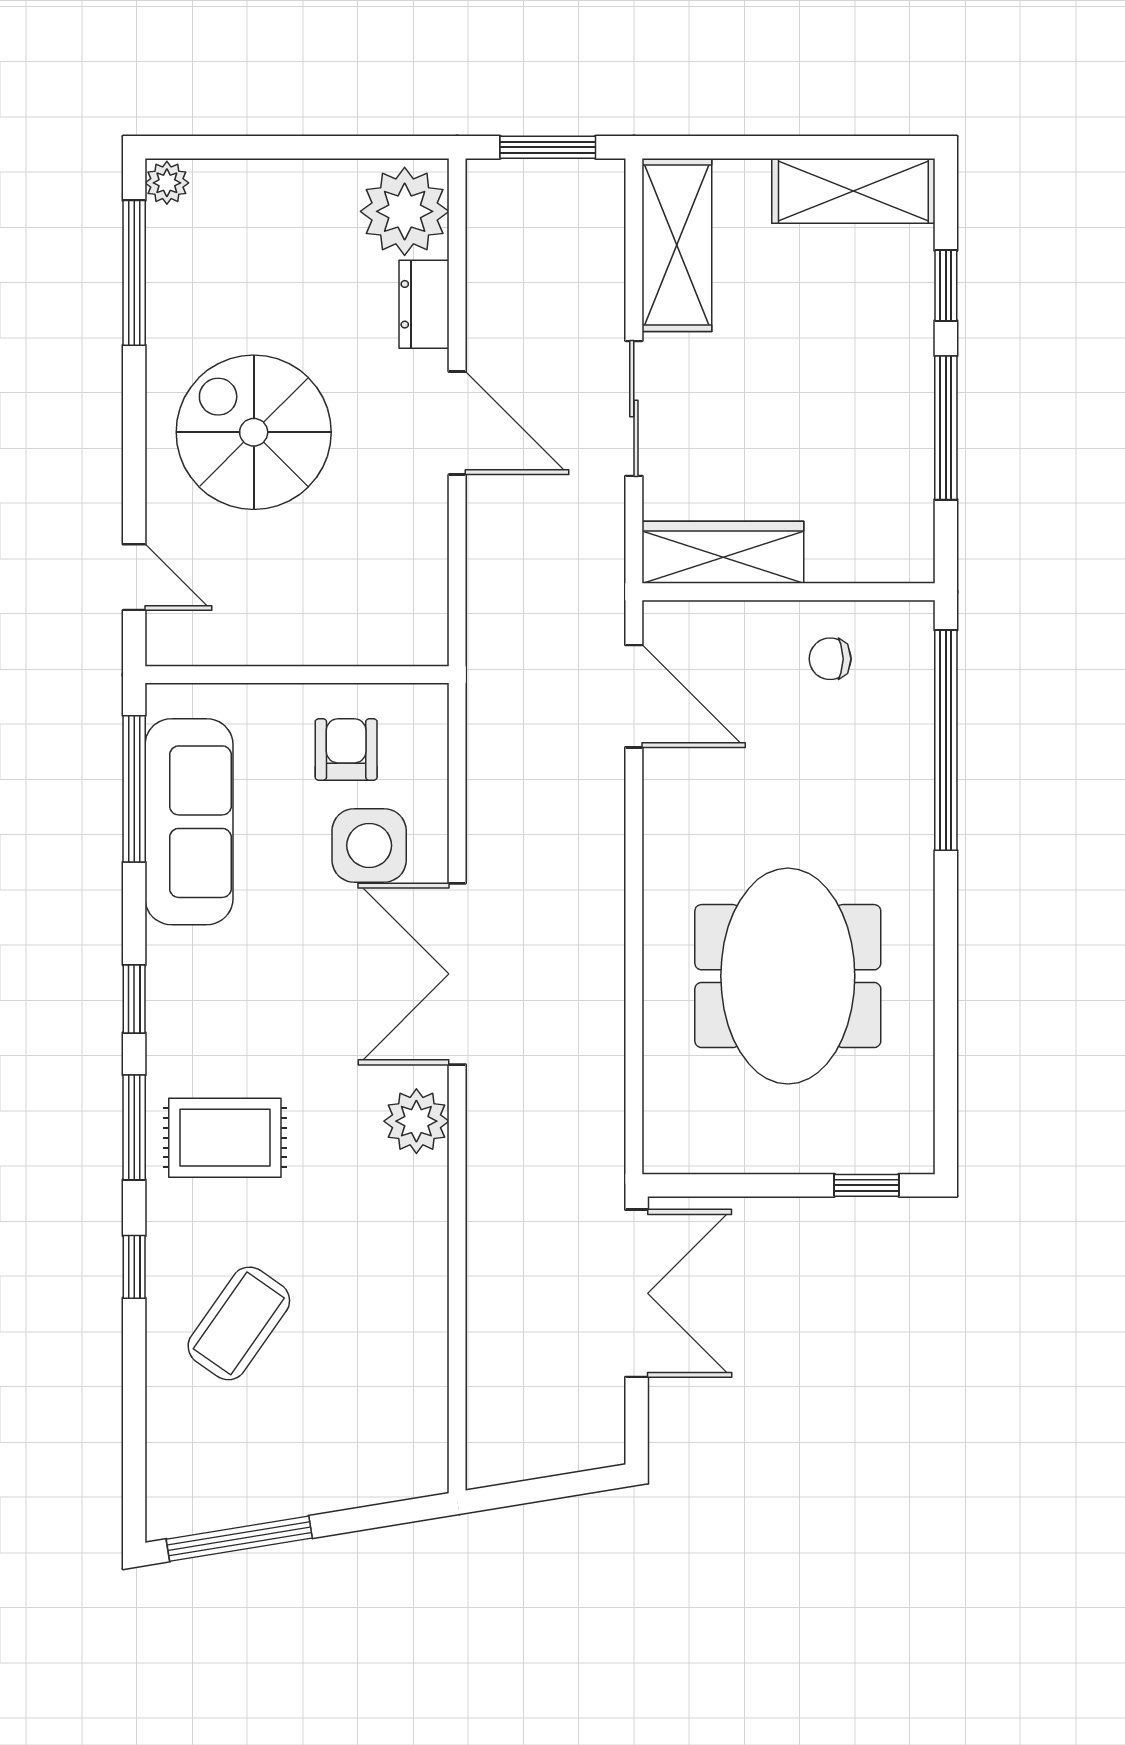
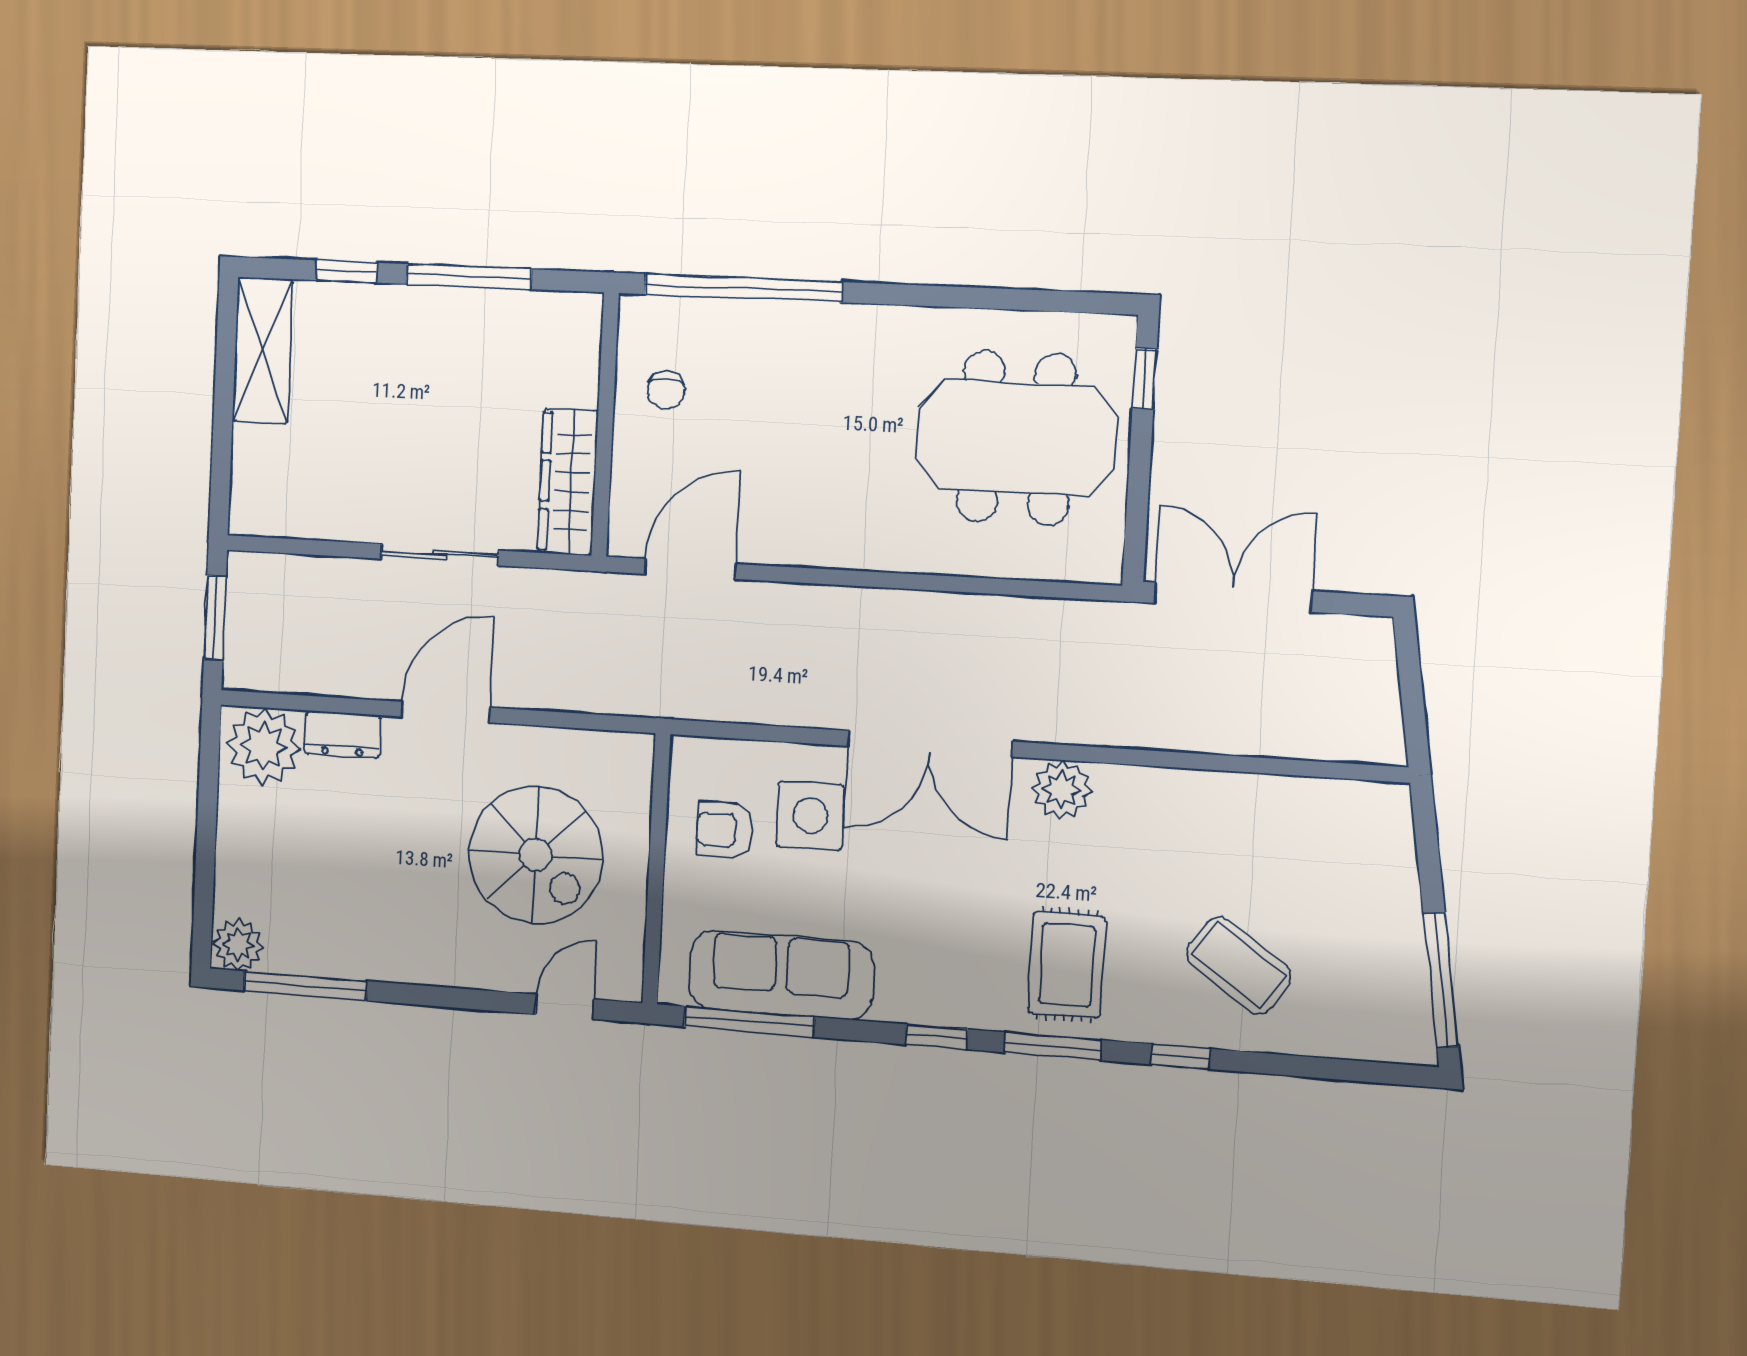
plant: (167, 183) -> (238, 945), width x1.38, depth x1.38
shelving: (677, 245) -> (302, 509), removed
spiral stairs: (254, 432) -> (536, 855), moved, turned -90
meeting table: (788, 976) -> (1016, 438), moved

